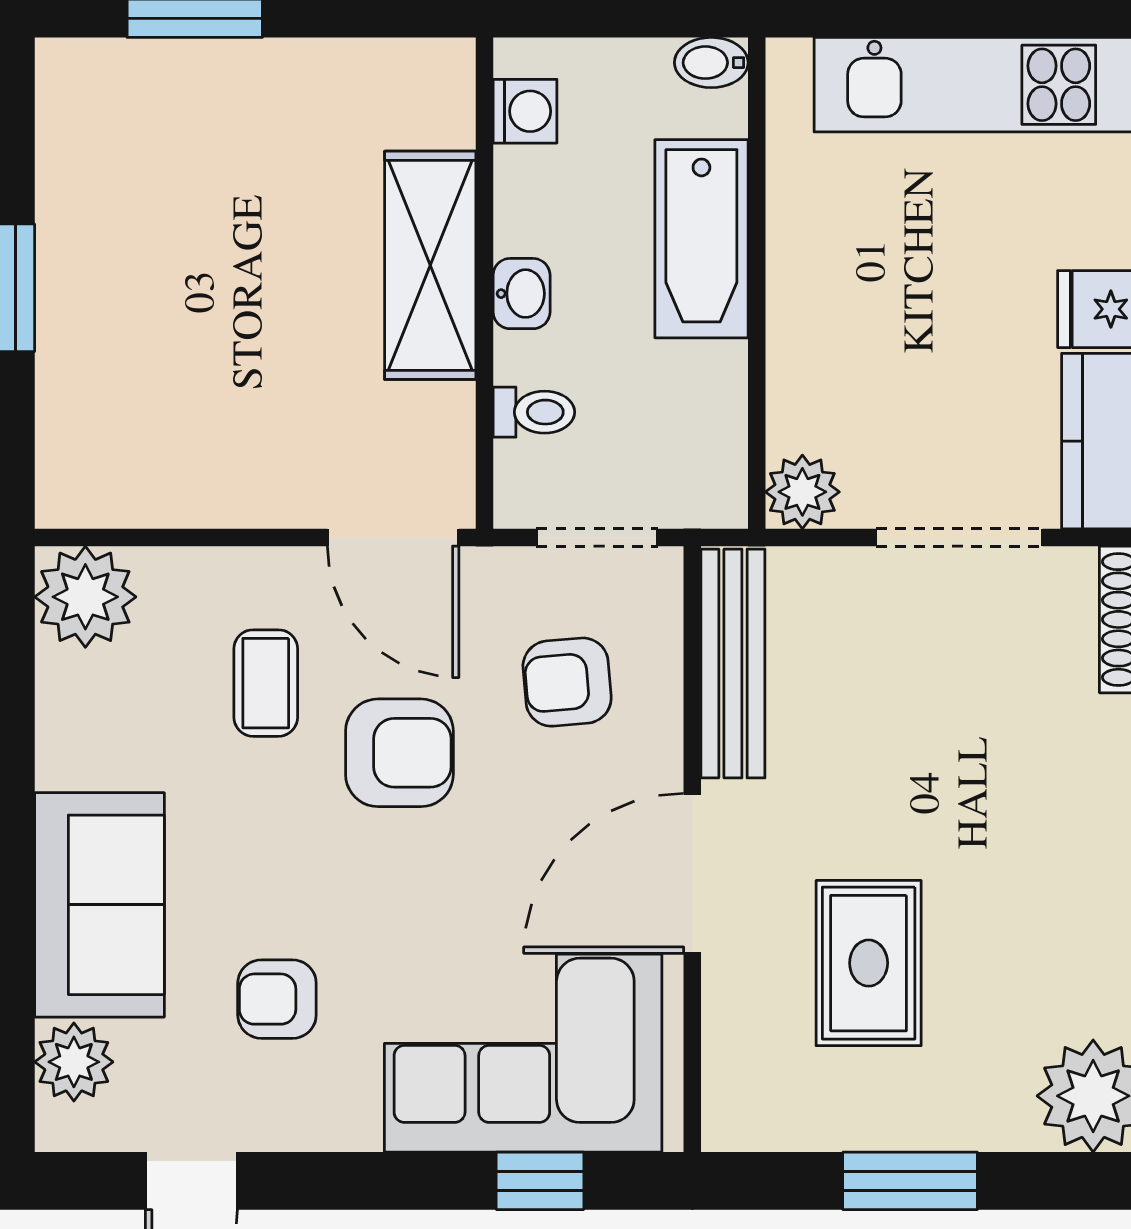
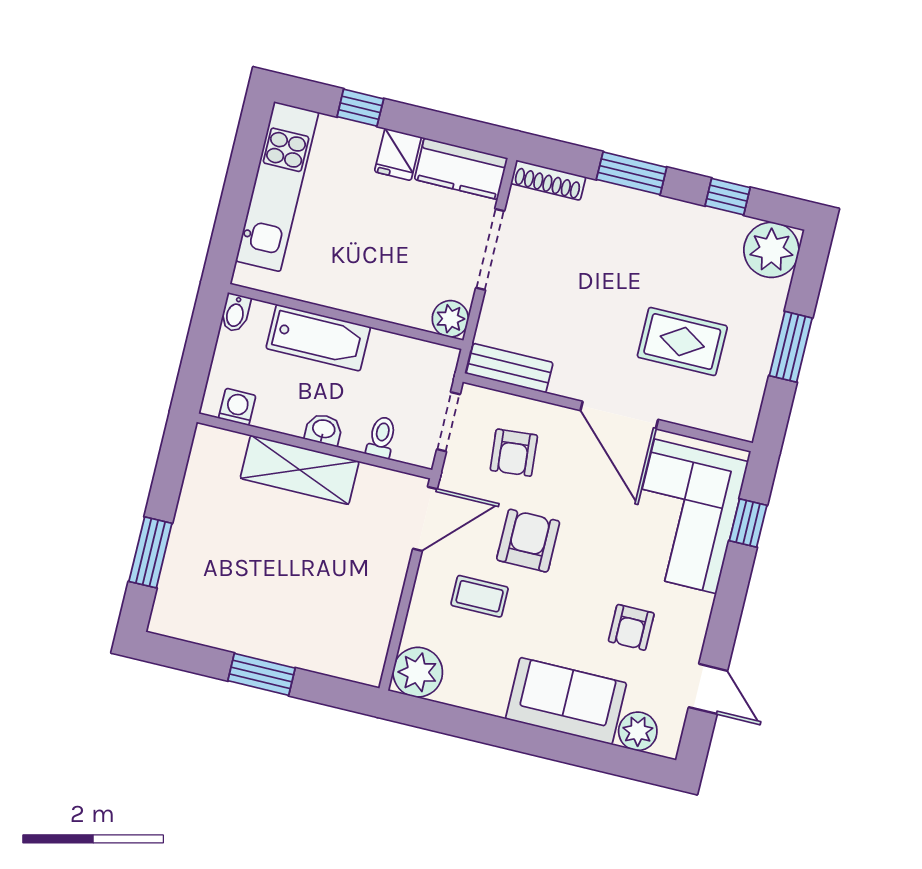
bench: (733, 664) -> (510, 368), width x0.73

